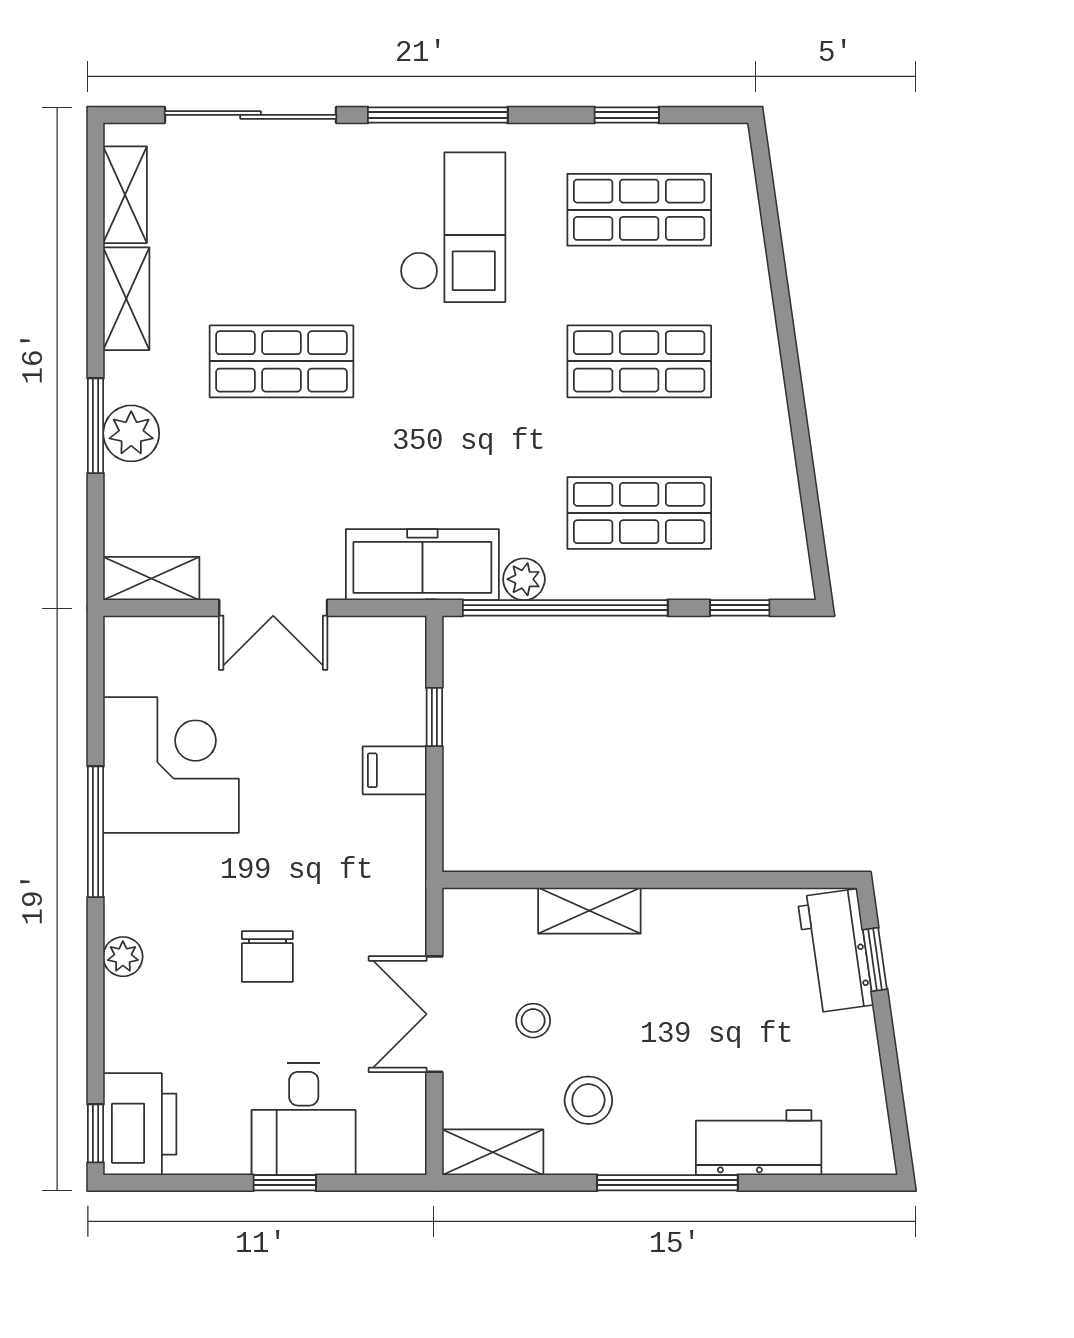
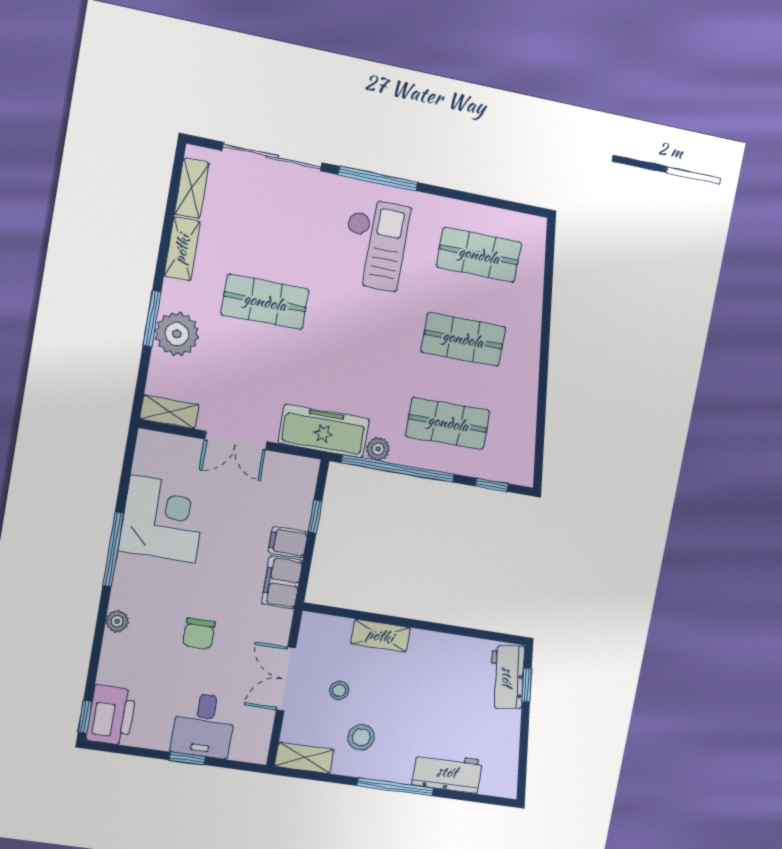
window: (627, 115) -> (482, 200), removed
plant: (131, 433) -> (177, 334), width x1.36, depth x1.36
filing cabinet: (397, 843) -> (282, 582), added

